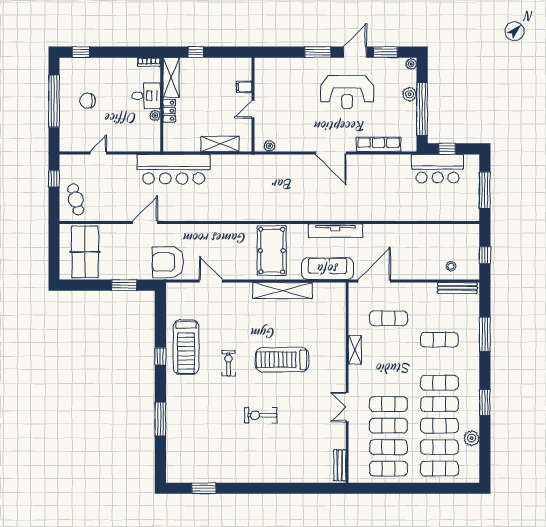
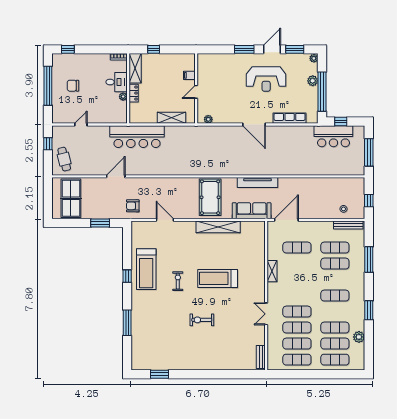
armchair: (168, 262) -> (133, 206), width x0.53, depth x0.53
exercise mat: (439, 404) -> (335, 248), moved

